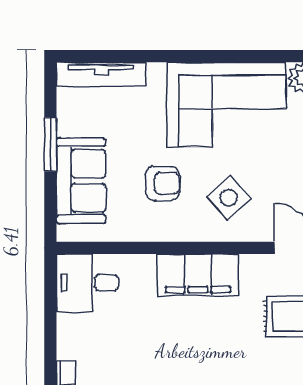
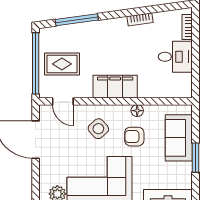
floor lamp: (157, 231) -> (137, 111), added
desk: (87, 283) -> (175, 57), moved

